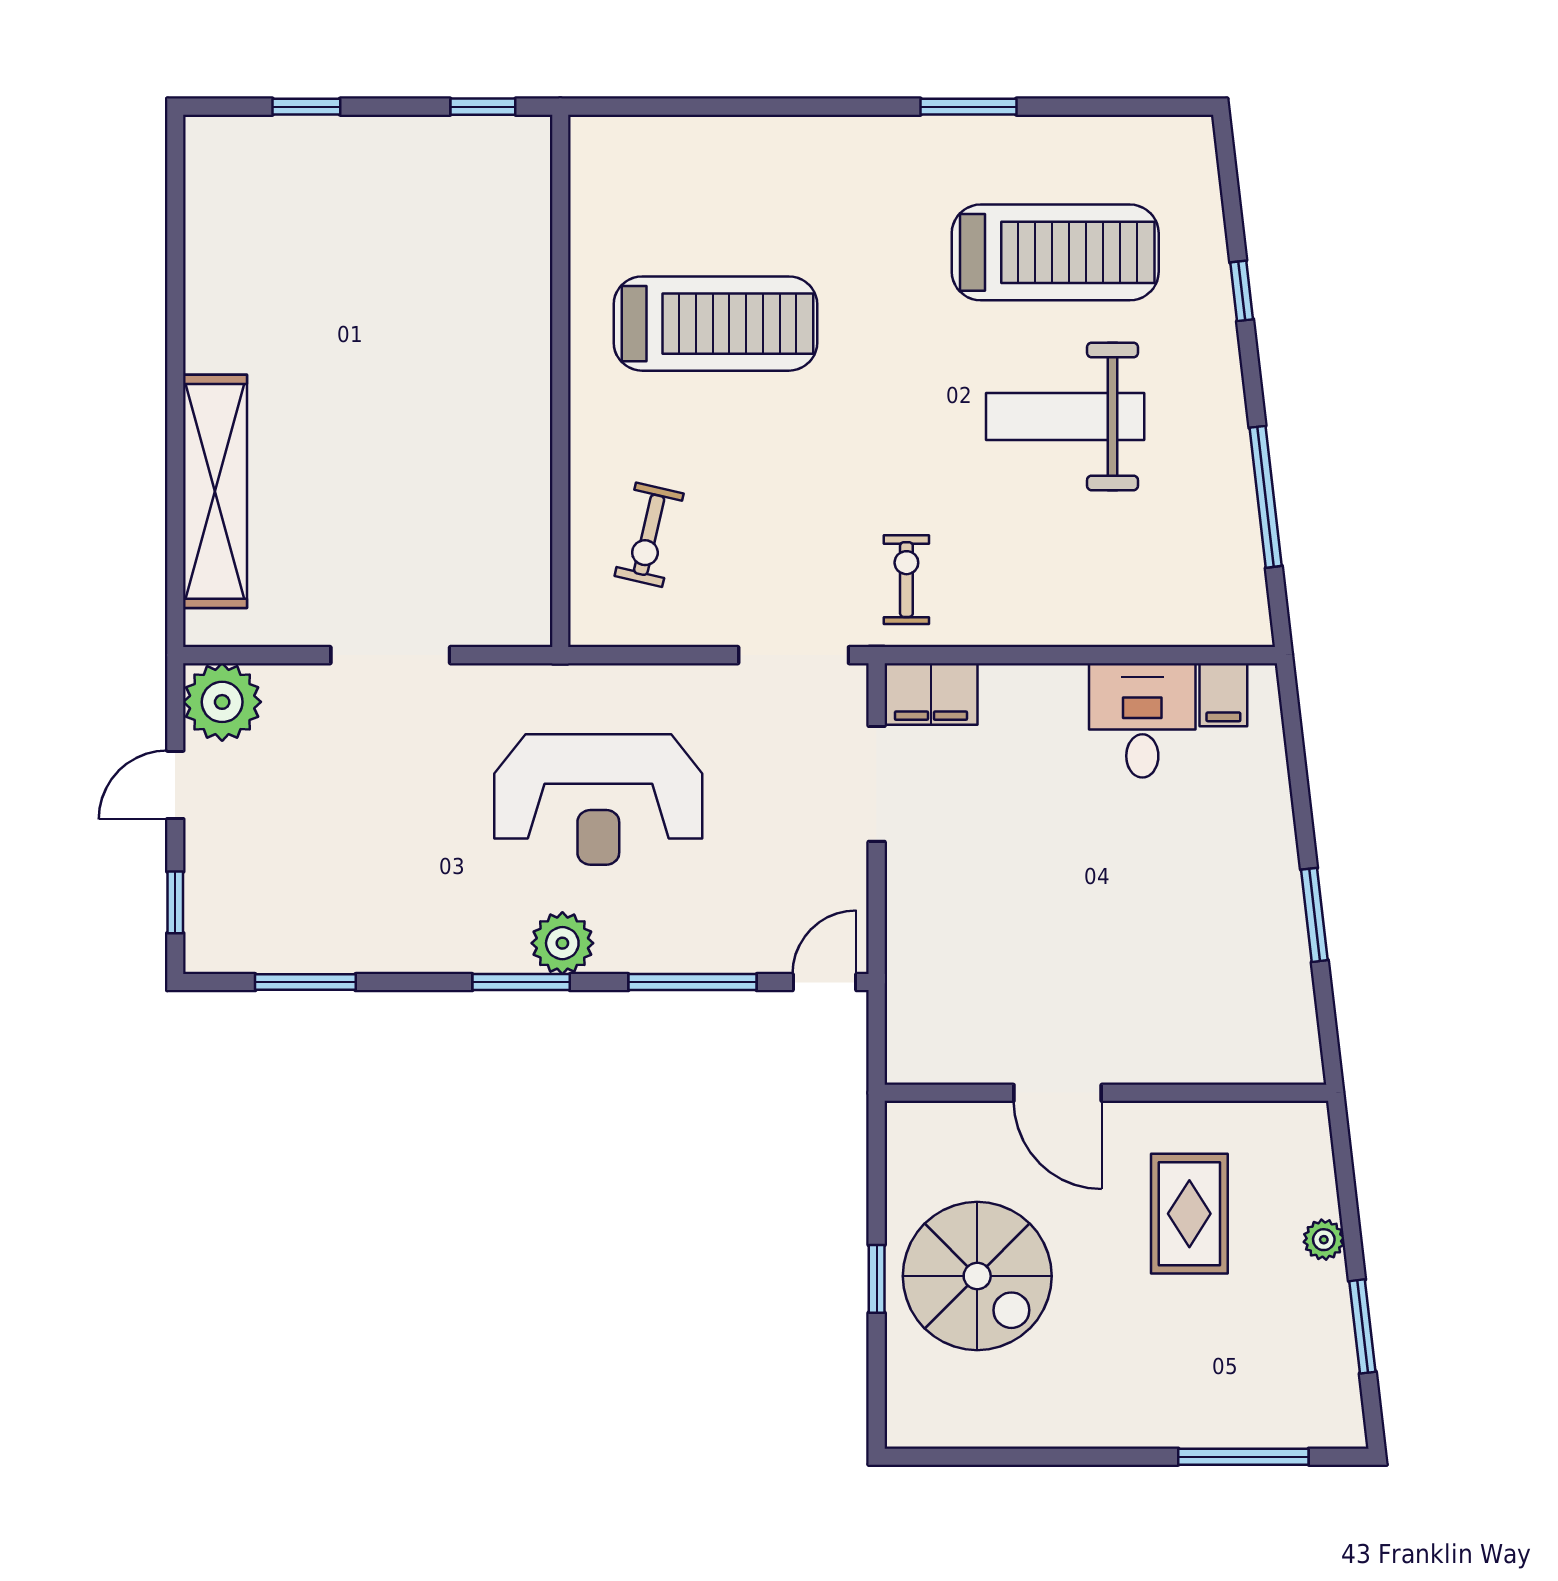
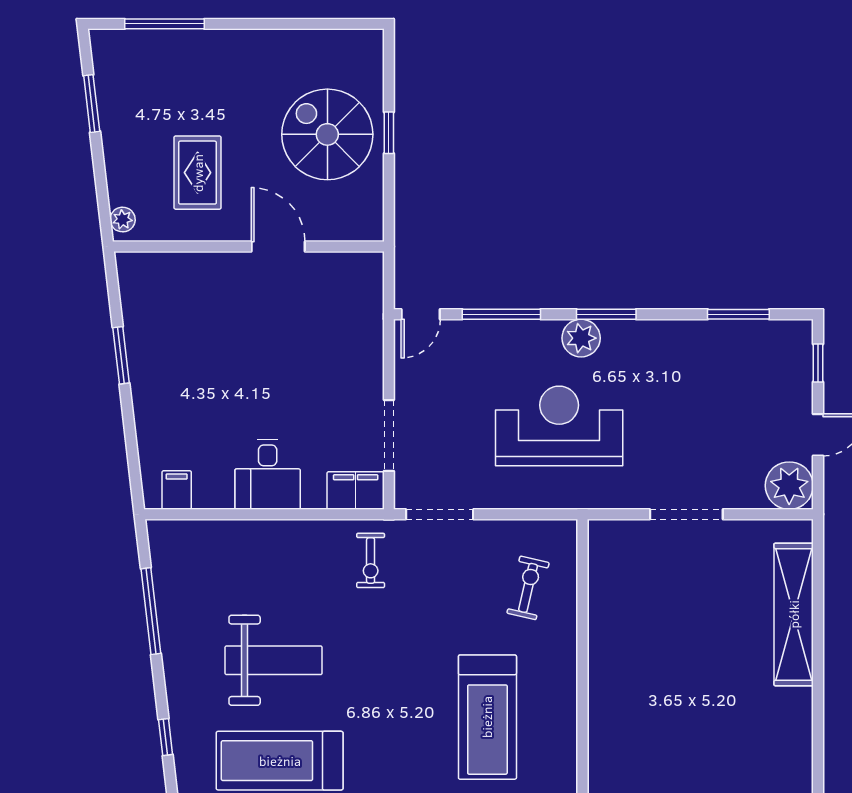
treadmill: (715, 324) -> (487, 717), turned -90
desk: (1142, 720) -> (268, 474), moved
plant: (1324, 1240) -> (123, 220), moved

